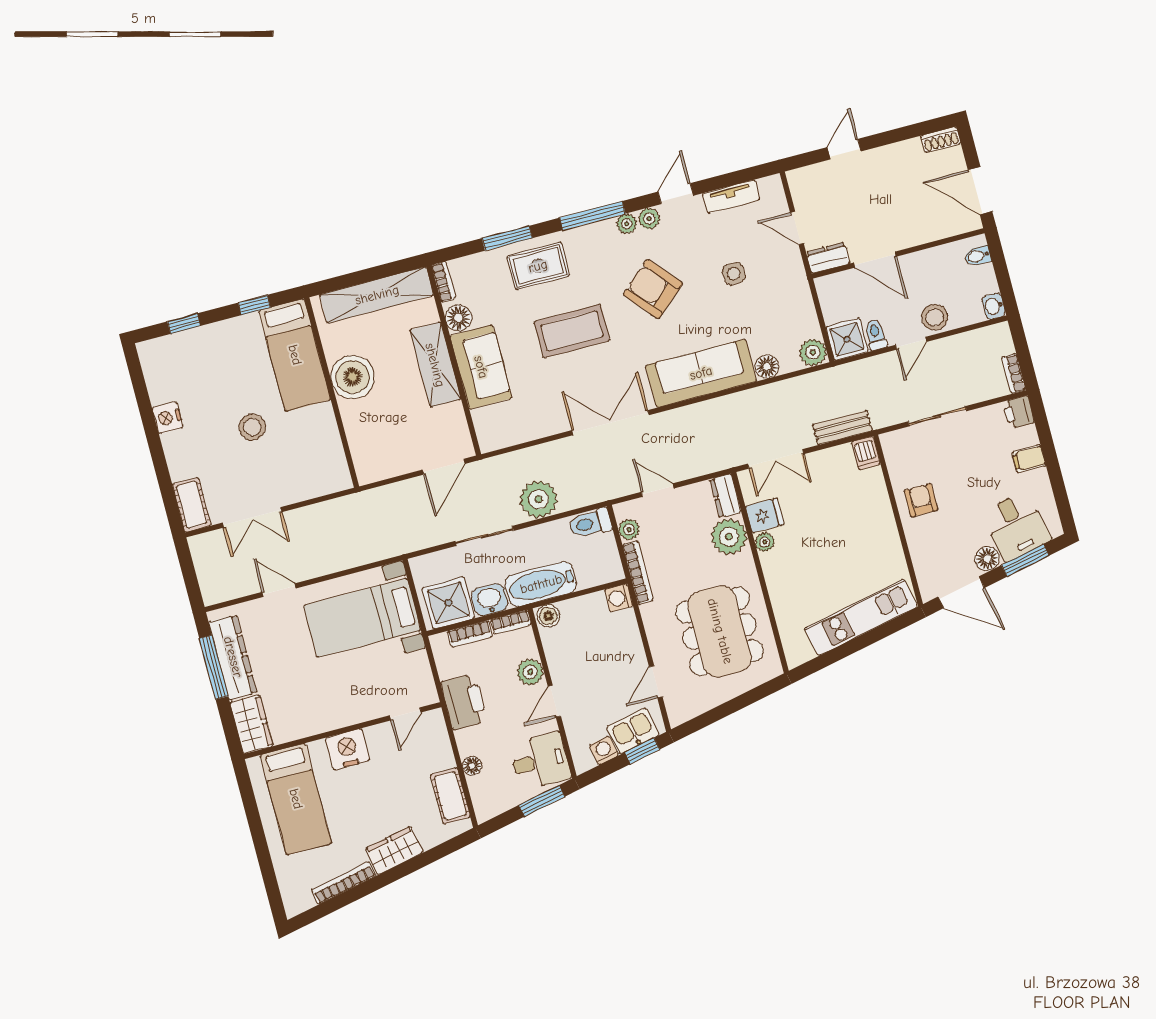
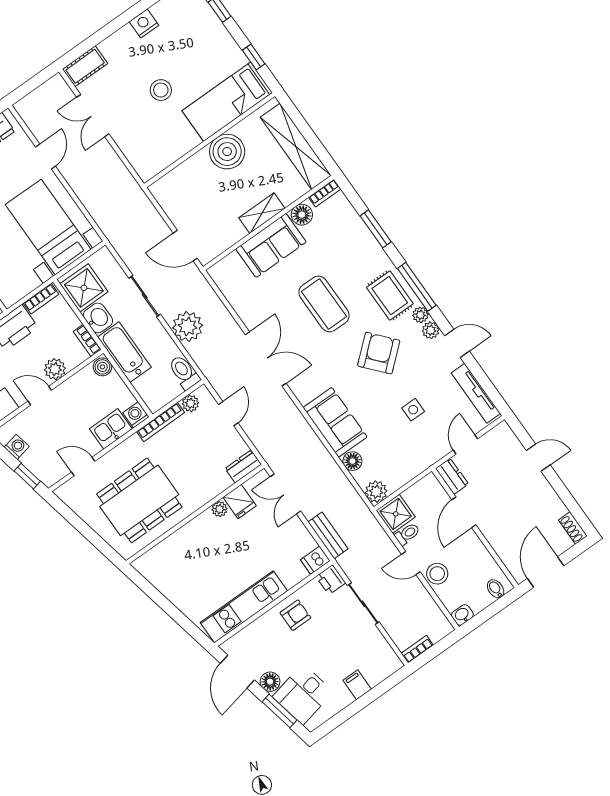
tv unit: (731, 196) -> (476, 393), width x1.41
rug: (538, 266) -> (390, 296), moved
shelving: (435, 365) -> (262, 213), width x0.67, depth x0.75
sofa: (701, 373) -> (335, 422), width x0.73
printer: (1019, 412) -> (331, 580), moved, turned -90
plant: (729, 537) -> (213, 481), removed
kitchen unit: (861, 617) -> (244, 607), moved, turned -78
bookcase: (470, 634) -> (41, 299), moved, turned -90
kitchen sink: (633, 731) -> (111, 429), moved, turned -78

